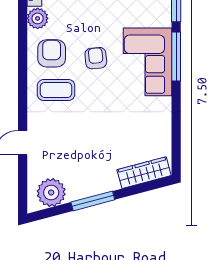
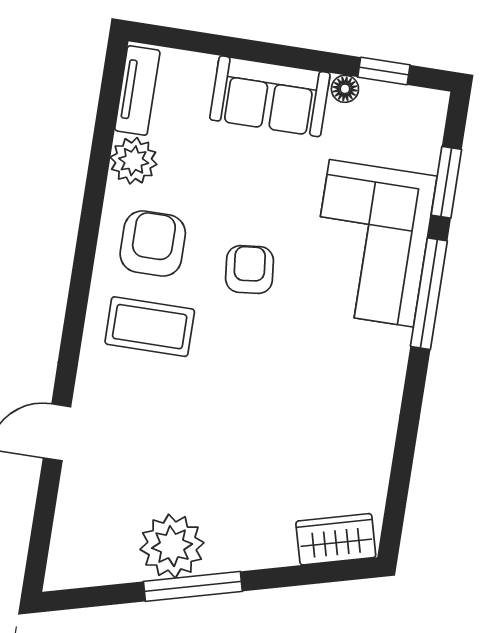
corner sofa: (147, 62) -> (371, 243), moved
wardrobe: (144, 173) -> (336, 539), width x0.67
plant: (51, 193) -> (172, 546), moved

